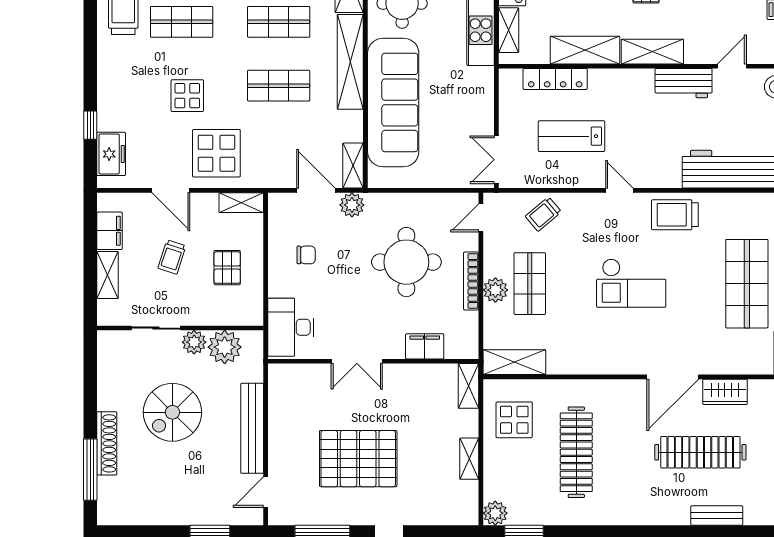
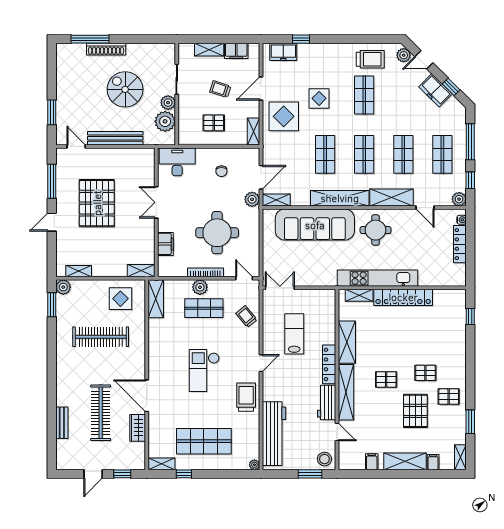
shelving: (652, 52) -> (346, 392), width x1.47
locker: (555, 79) -> (329, 364), moved
shelving: (469, 459) -> (79, 271), moved

